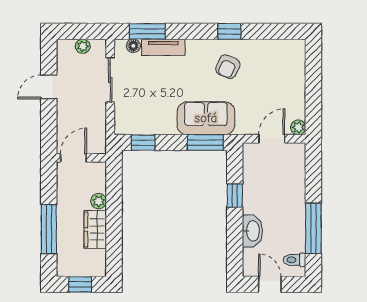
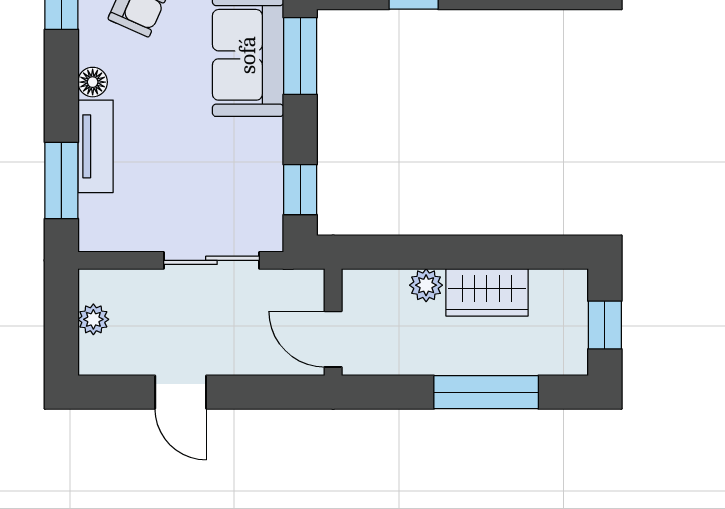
floor lamp: (133, 46) -> (93, 82), moved
sliding door: (110, 80) -> (211, 260), moved

